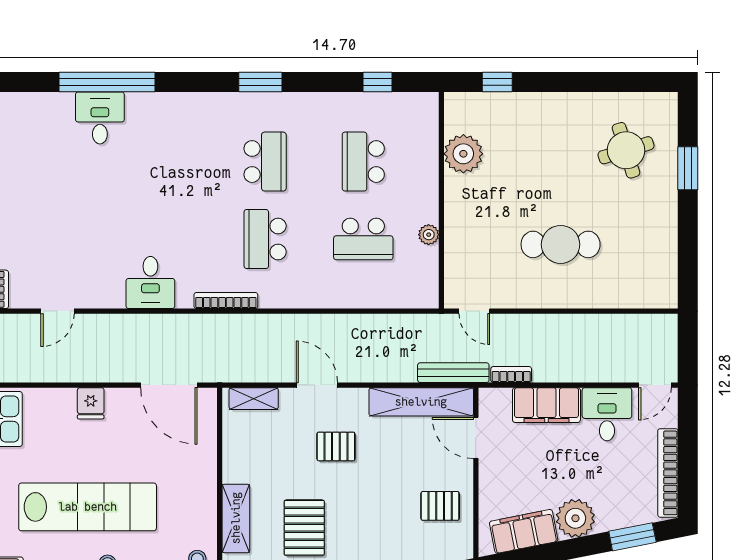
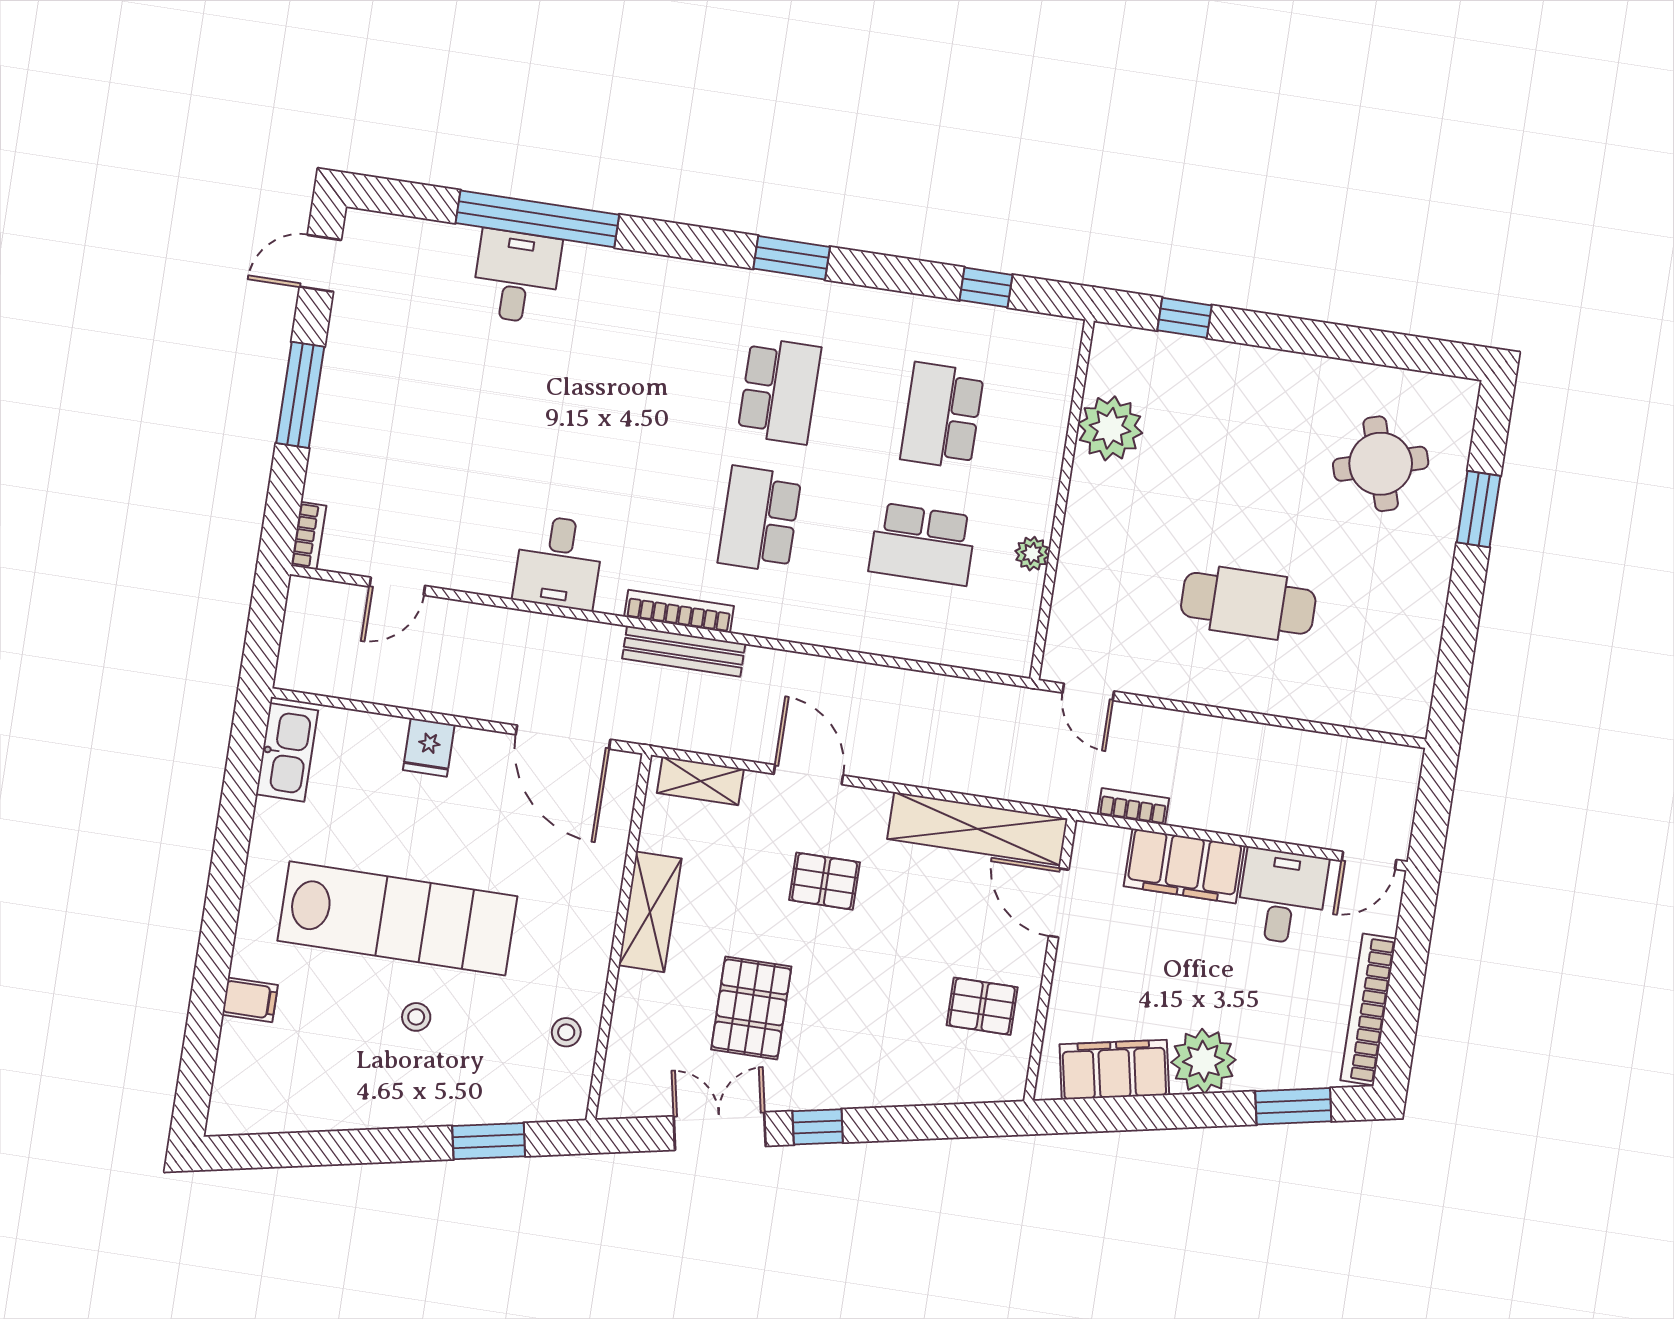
bench: (453, 373) -> (684, 651), moved
shelving: (236, 518) -> (650, 912), moved

